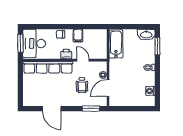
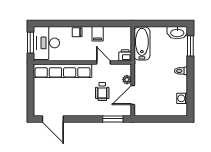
printer: (66, 54) -> (125, 55), moved
door: (52, 109) -> (53, 119), moved

